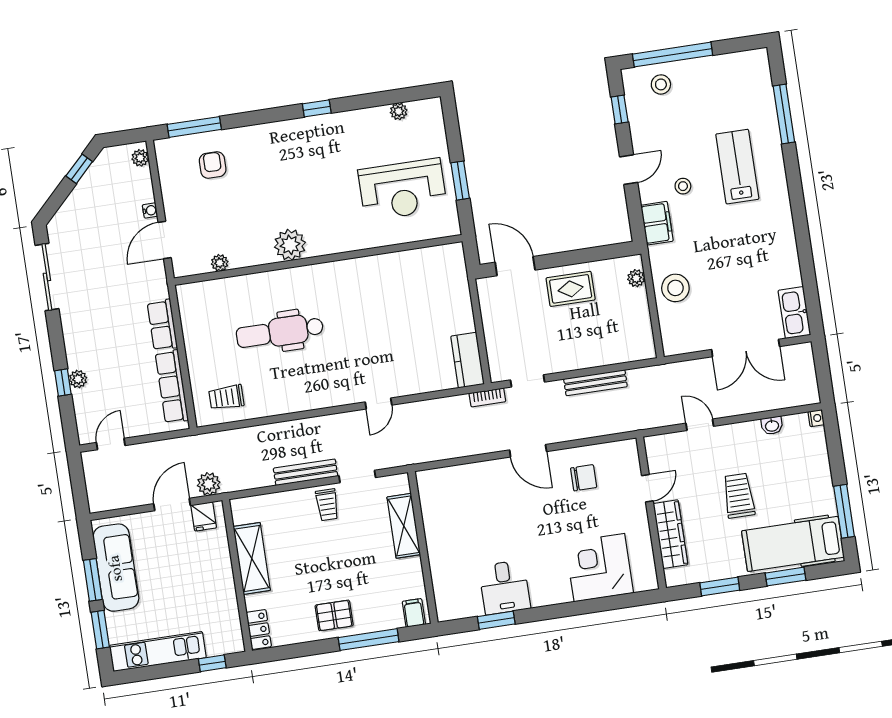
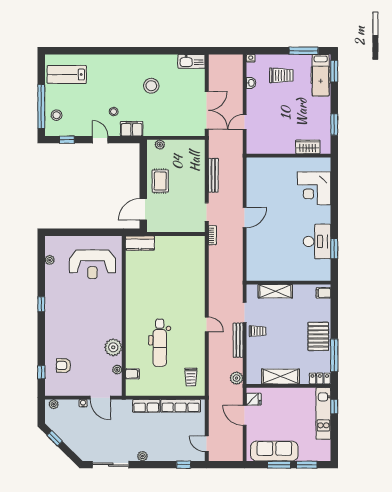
window: (784, 114) -> (83, 51), removed
window: (194, 127) -> (41, 372), width x0.46
lab bench: (737, 167) -> (67, 74), moved
window: (460, 181) -> (92, 232), removed
reception desk: (402, 189) -> (92, 264), turned 90
plant: (290, 245) -> (113, 347), moved
stool: (675, 288) -> (151, 86), moved
filing cabinet: (216, 291) -> (132, 374), added
double door: (746, 348) -> (207, 110), moved
kitchen counter: (467, 360) -> (140, 243), moved
plant: (78, 379) -> (142, 456), moved
window: (63, 383) -> (184, 465), moved
door: (379, 403) -> (207, 324), moved
chair: (584, 478) -> (264, 190), removed
plant: (209, 484) -> (237, 378), moved
door: (647, 488) -> (275, 156), removed
trolley: (739, 496) -> (281, 75), moved, turned 180
wardrobe: (670, 534) -> (308, 147), width x0.67
hospital bed: (793, 544) -> (321, 75), width x0.73, depth x0.78
window: (785, 577) -> (334, 71), moved
desk: (505, 587) -> (317, 241), width x1.37
pallet: (334, 615) -> (318, 336), width x1.50, depth x1.42
window: (369, 640) -> (334, 355), moved
kitchen unit: (158, 652) -> (323, 413), moved

